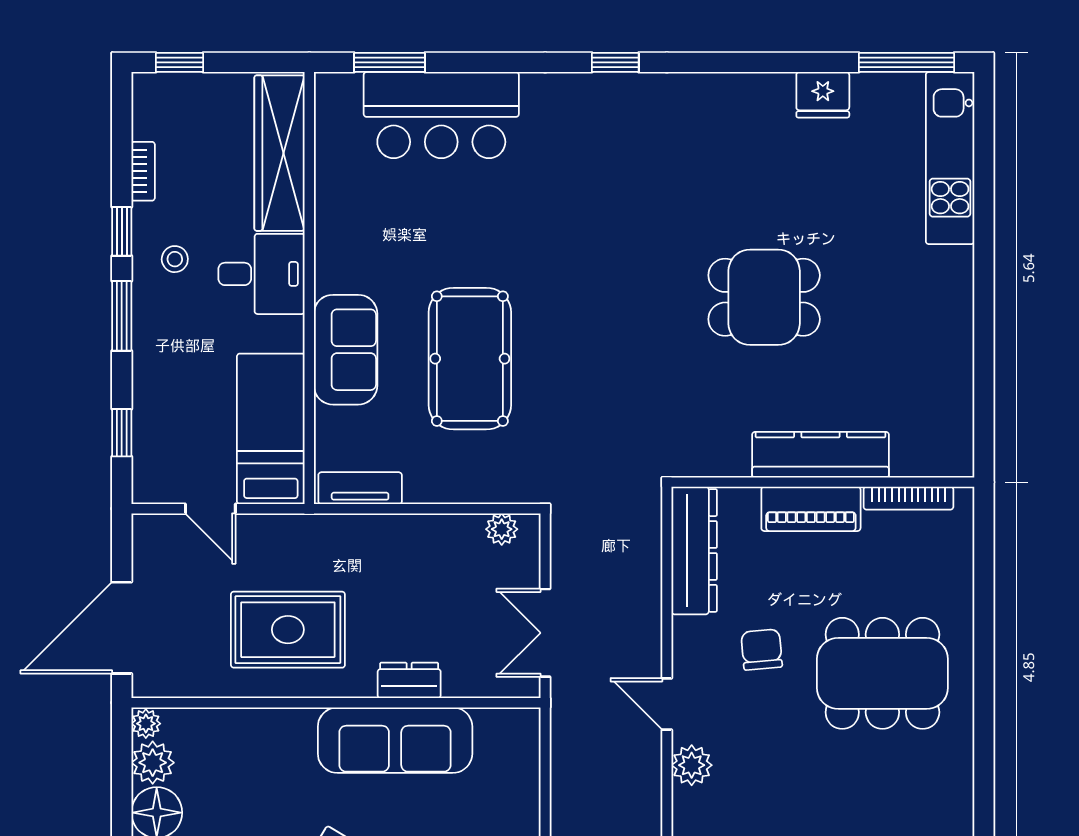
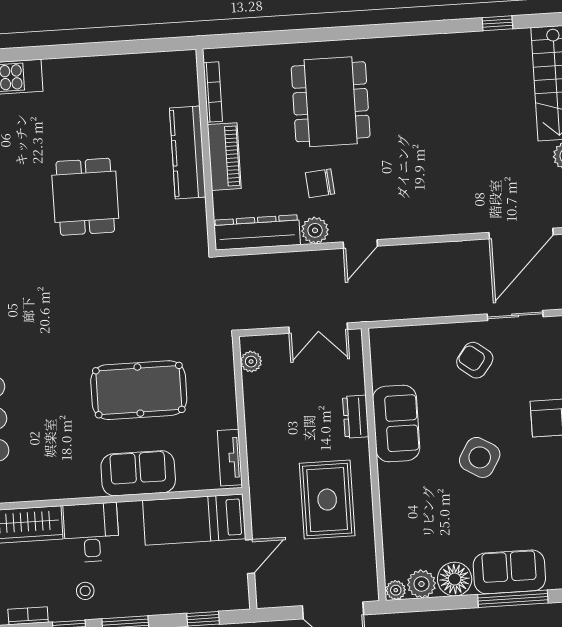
sofa: (395, 740) -> (396, 423), width x0.73
plant: (692, 765) -> (315, 230), moved

